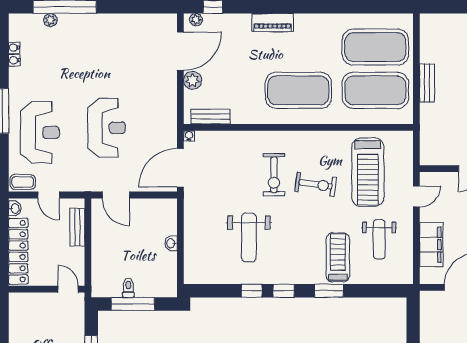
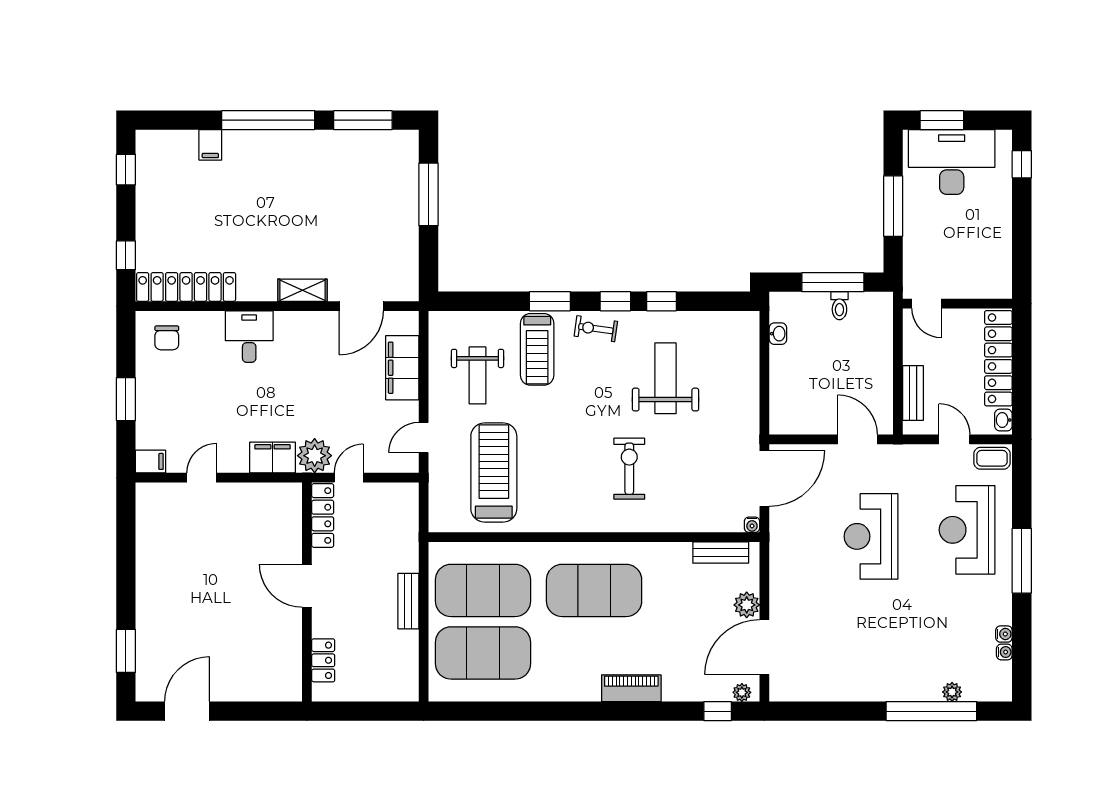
exercise bike: (316, 184) -> (596, 329), moved, width x0.73, depth x0.72
weight bench: (379, 239) -> (478, 375), turned 180
washbasin: (171, 243) -> (778, 334), moved

